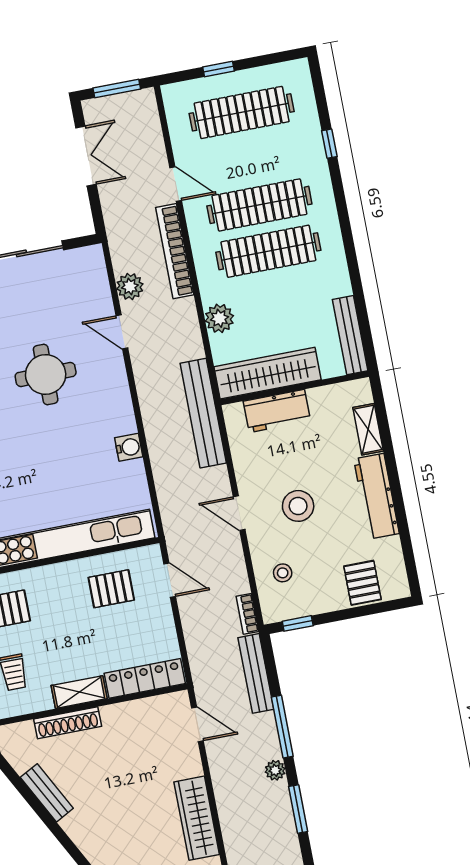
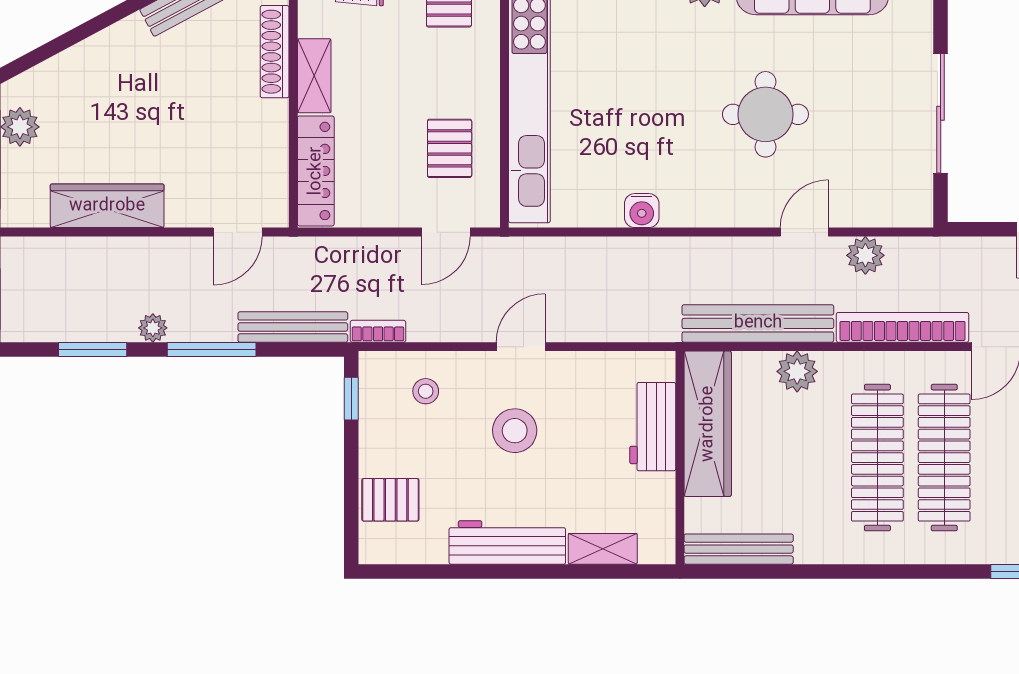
bench: (203, 413) -> (758, 323), moved

